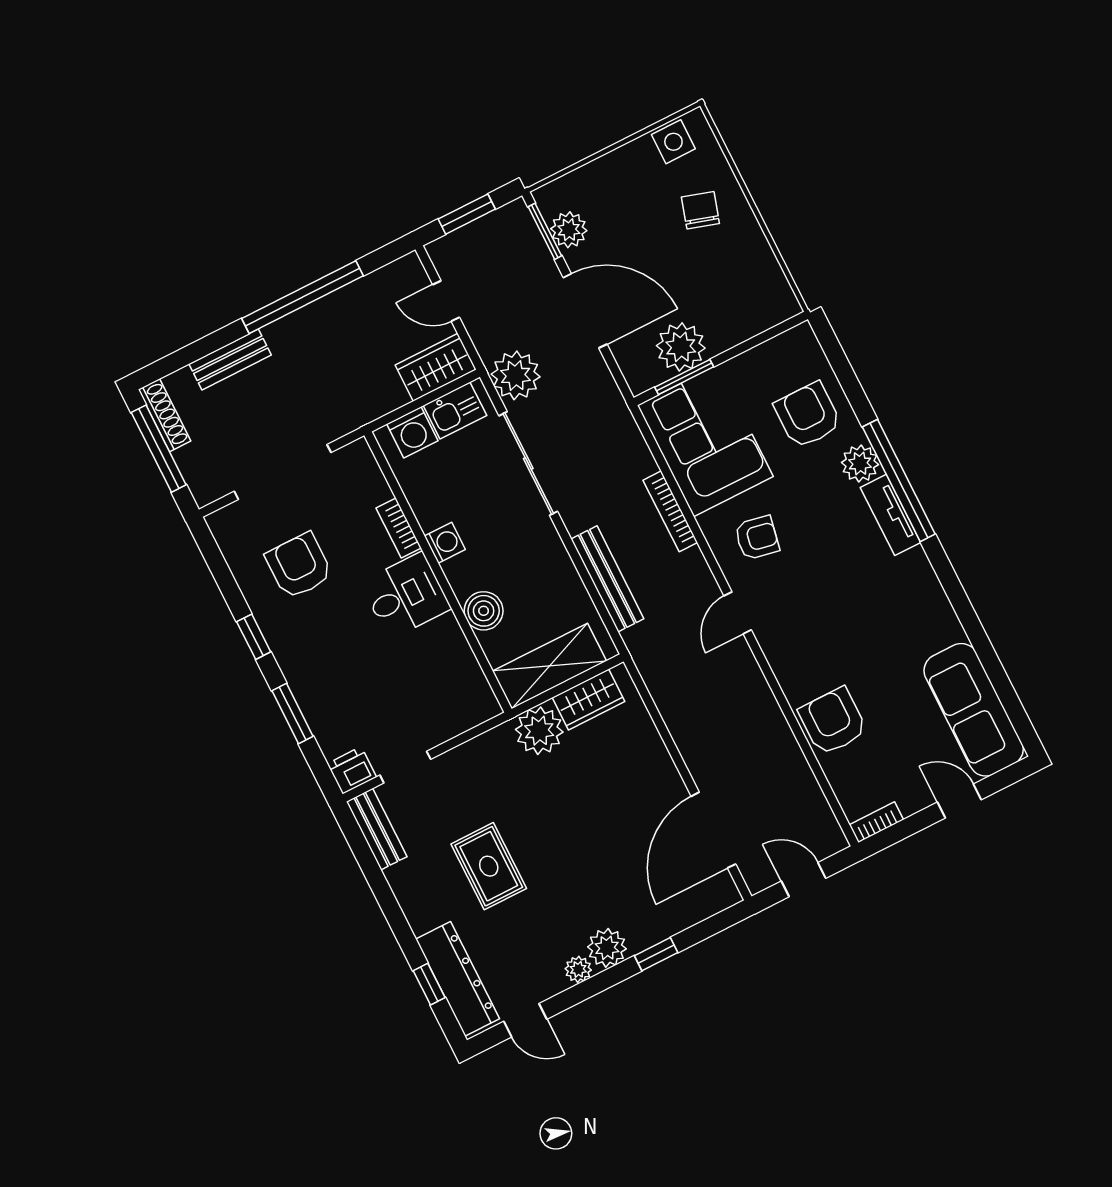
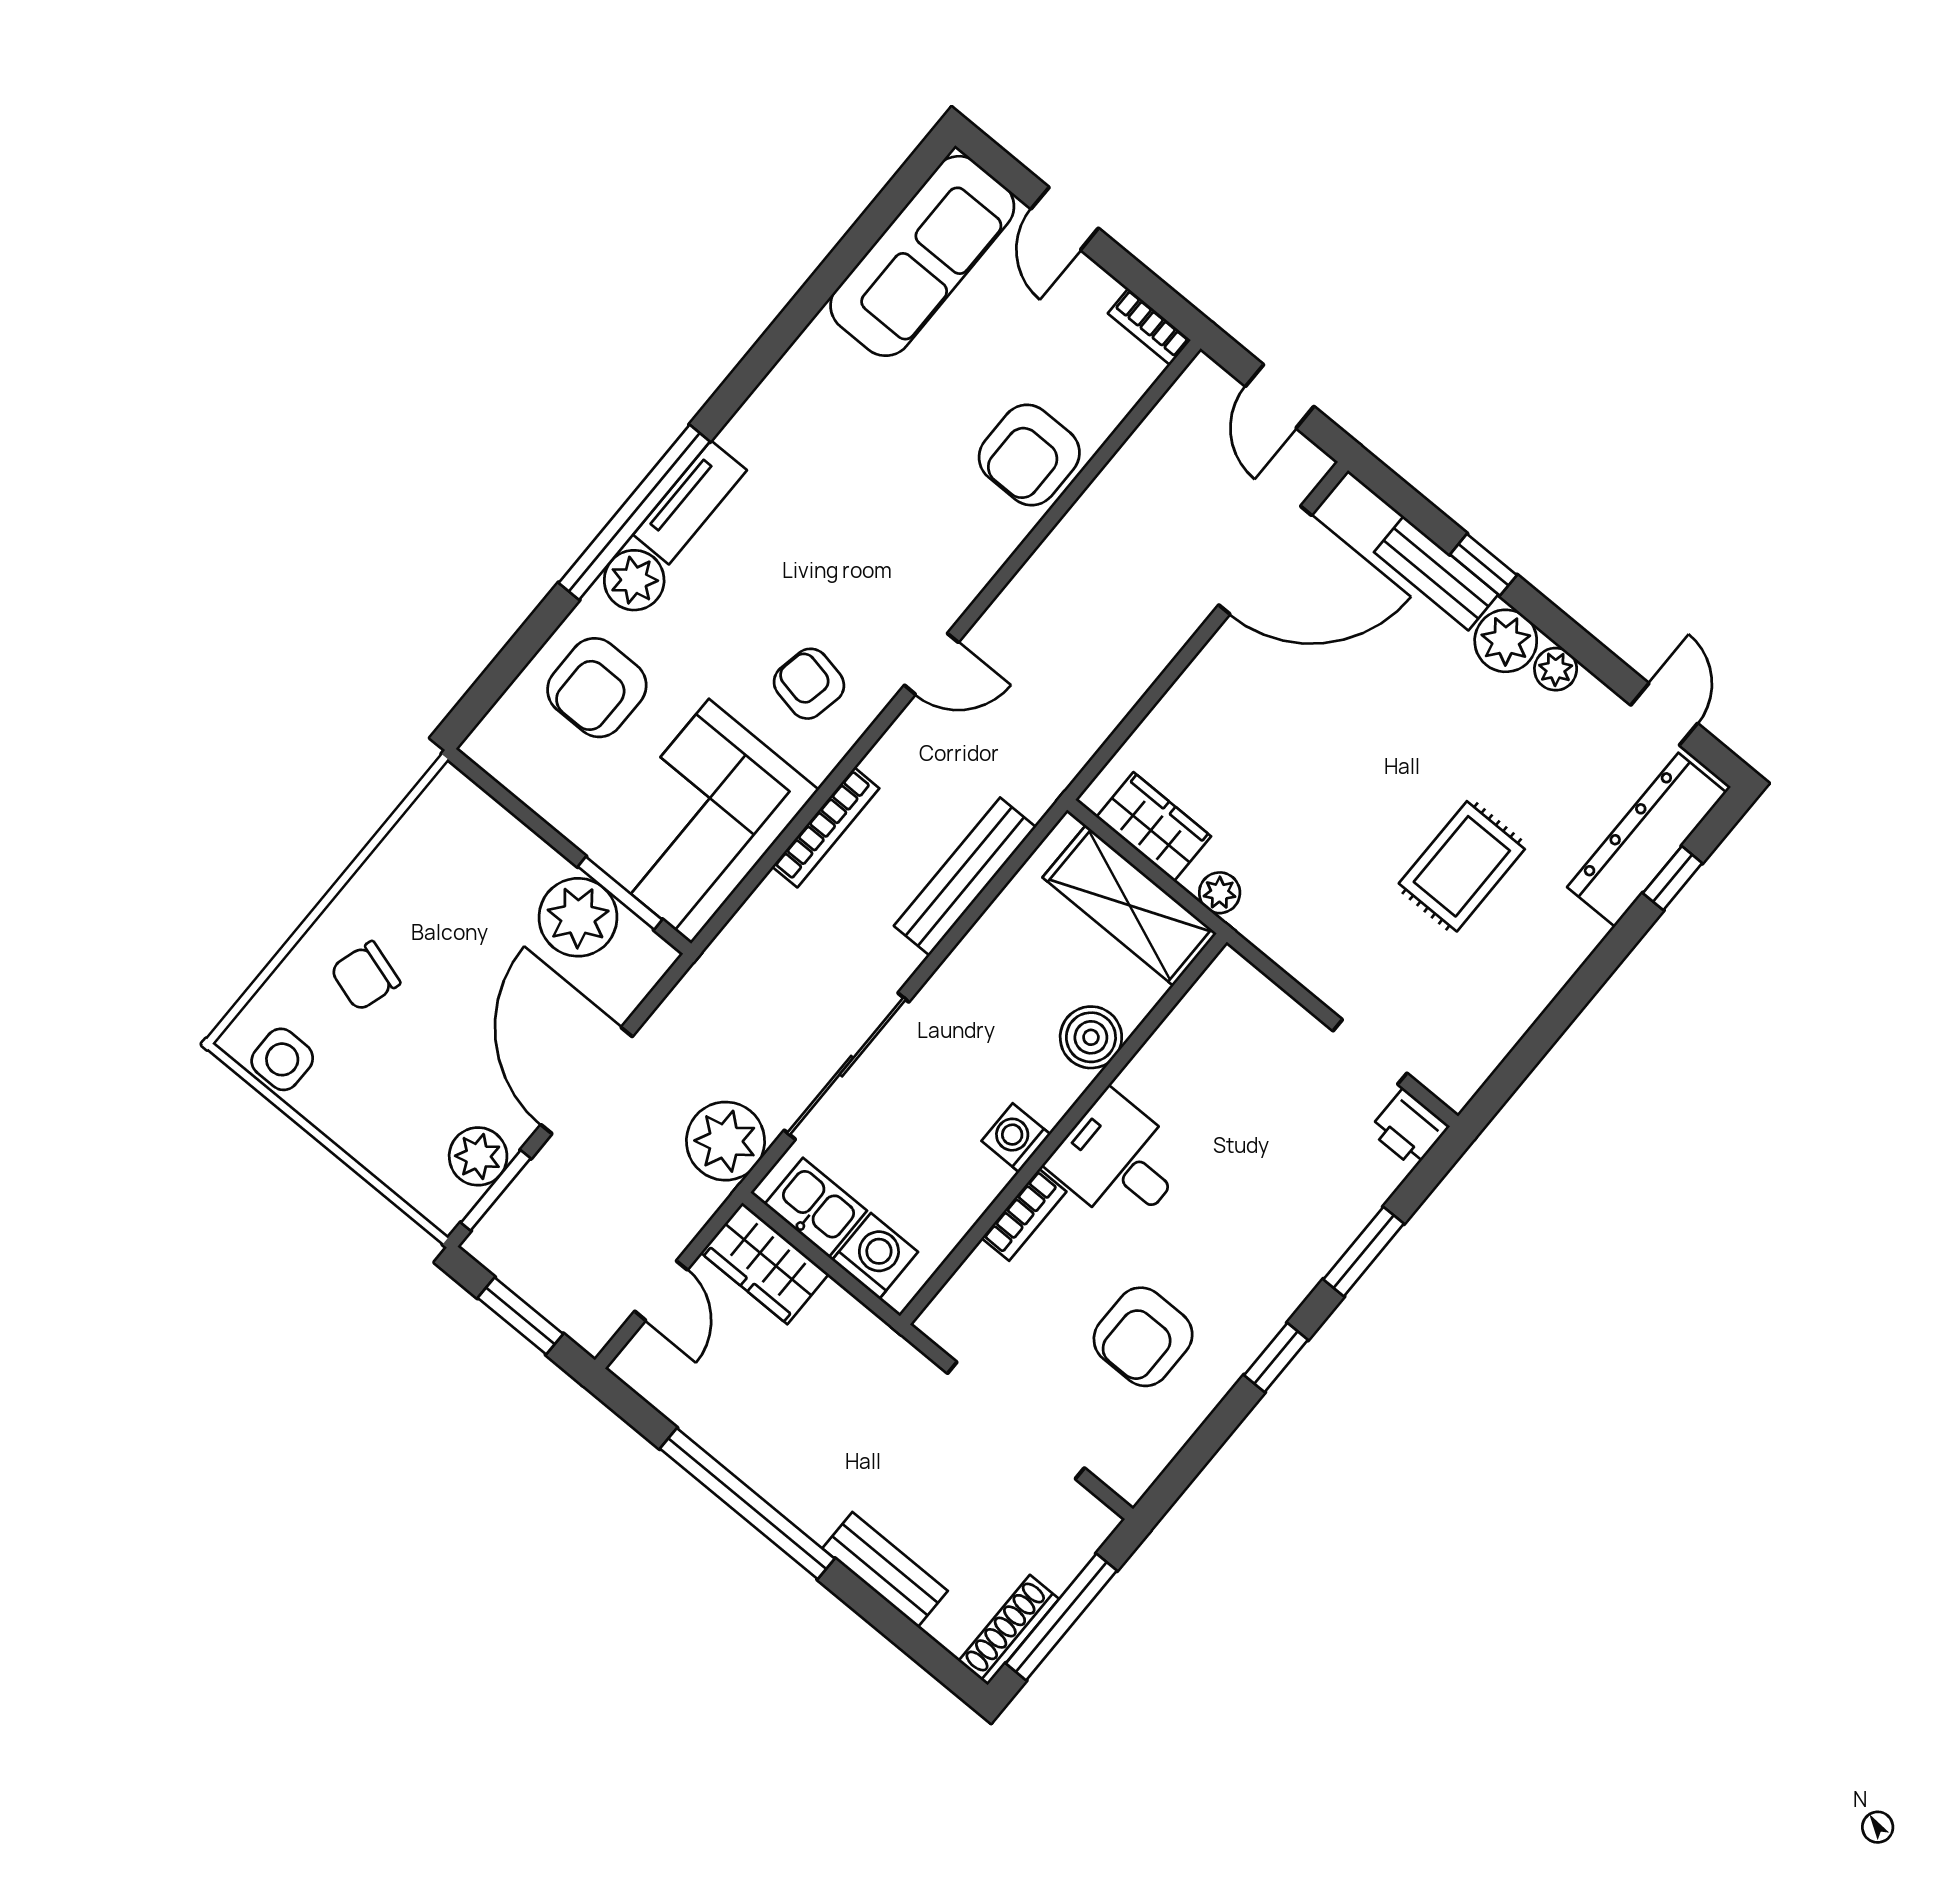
plant: (539, 731) -> (1220, 893), width x0.53, depth x0.53
bench: (377, 829) -> (1436, 573), moved, turned 90

